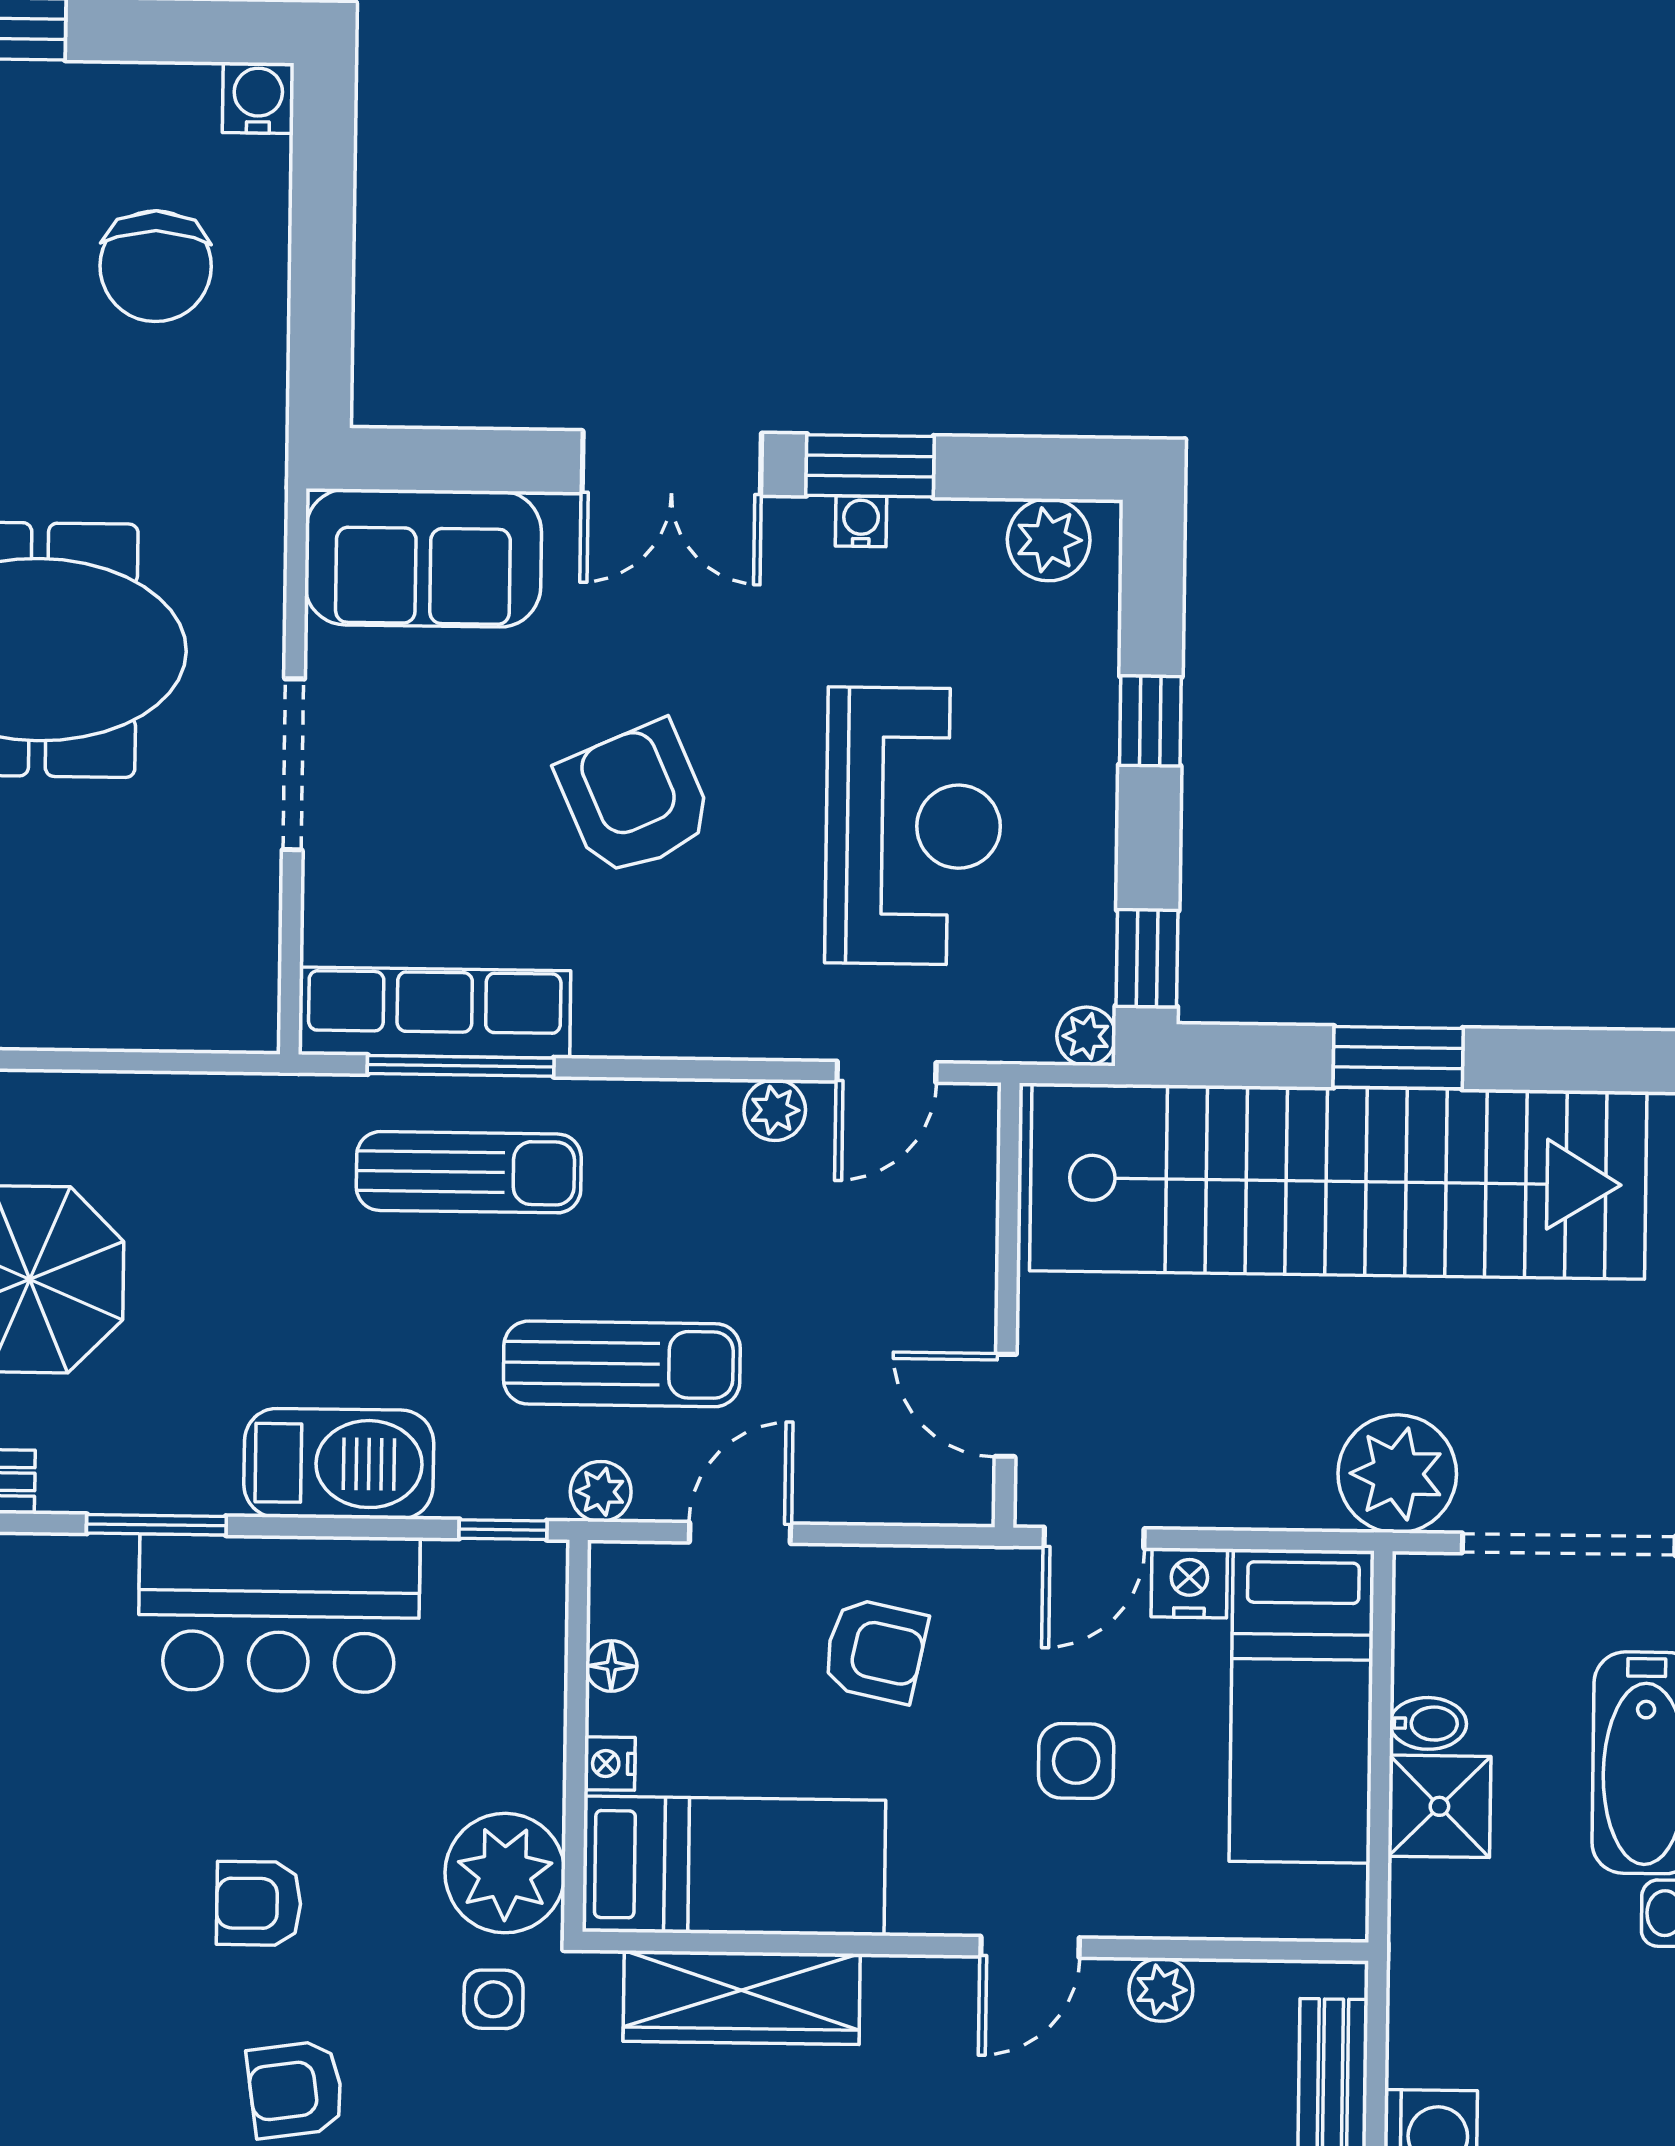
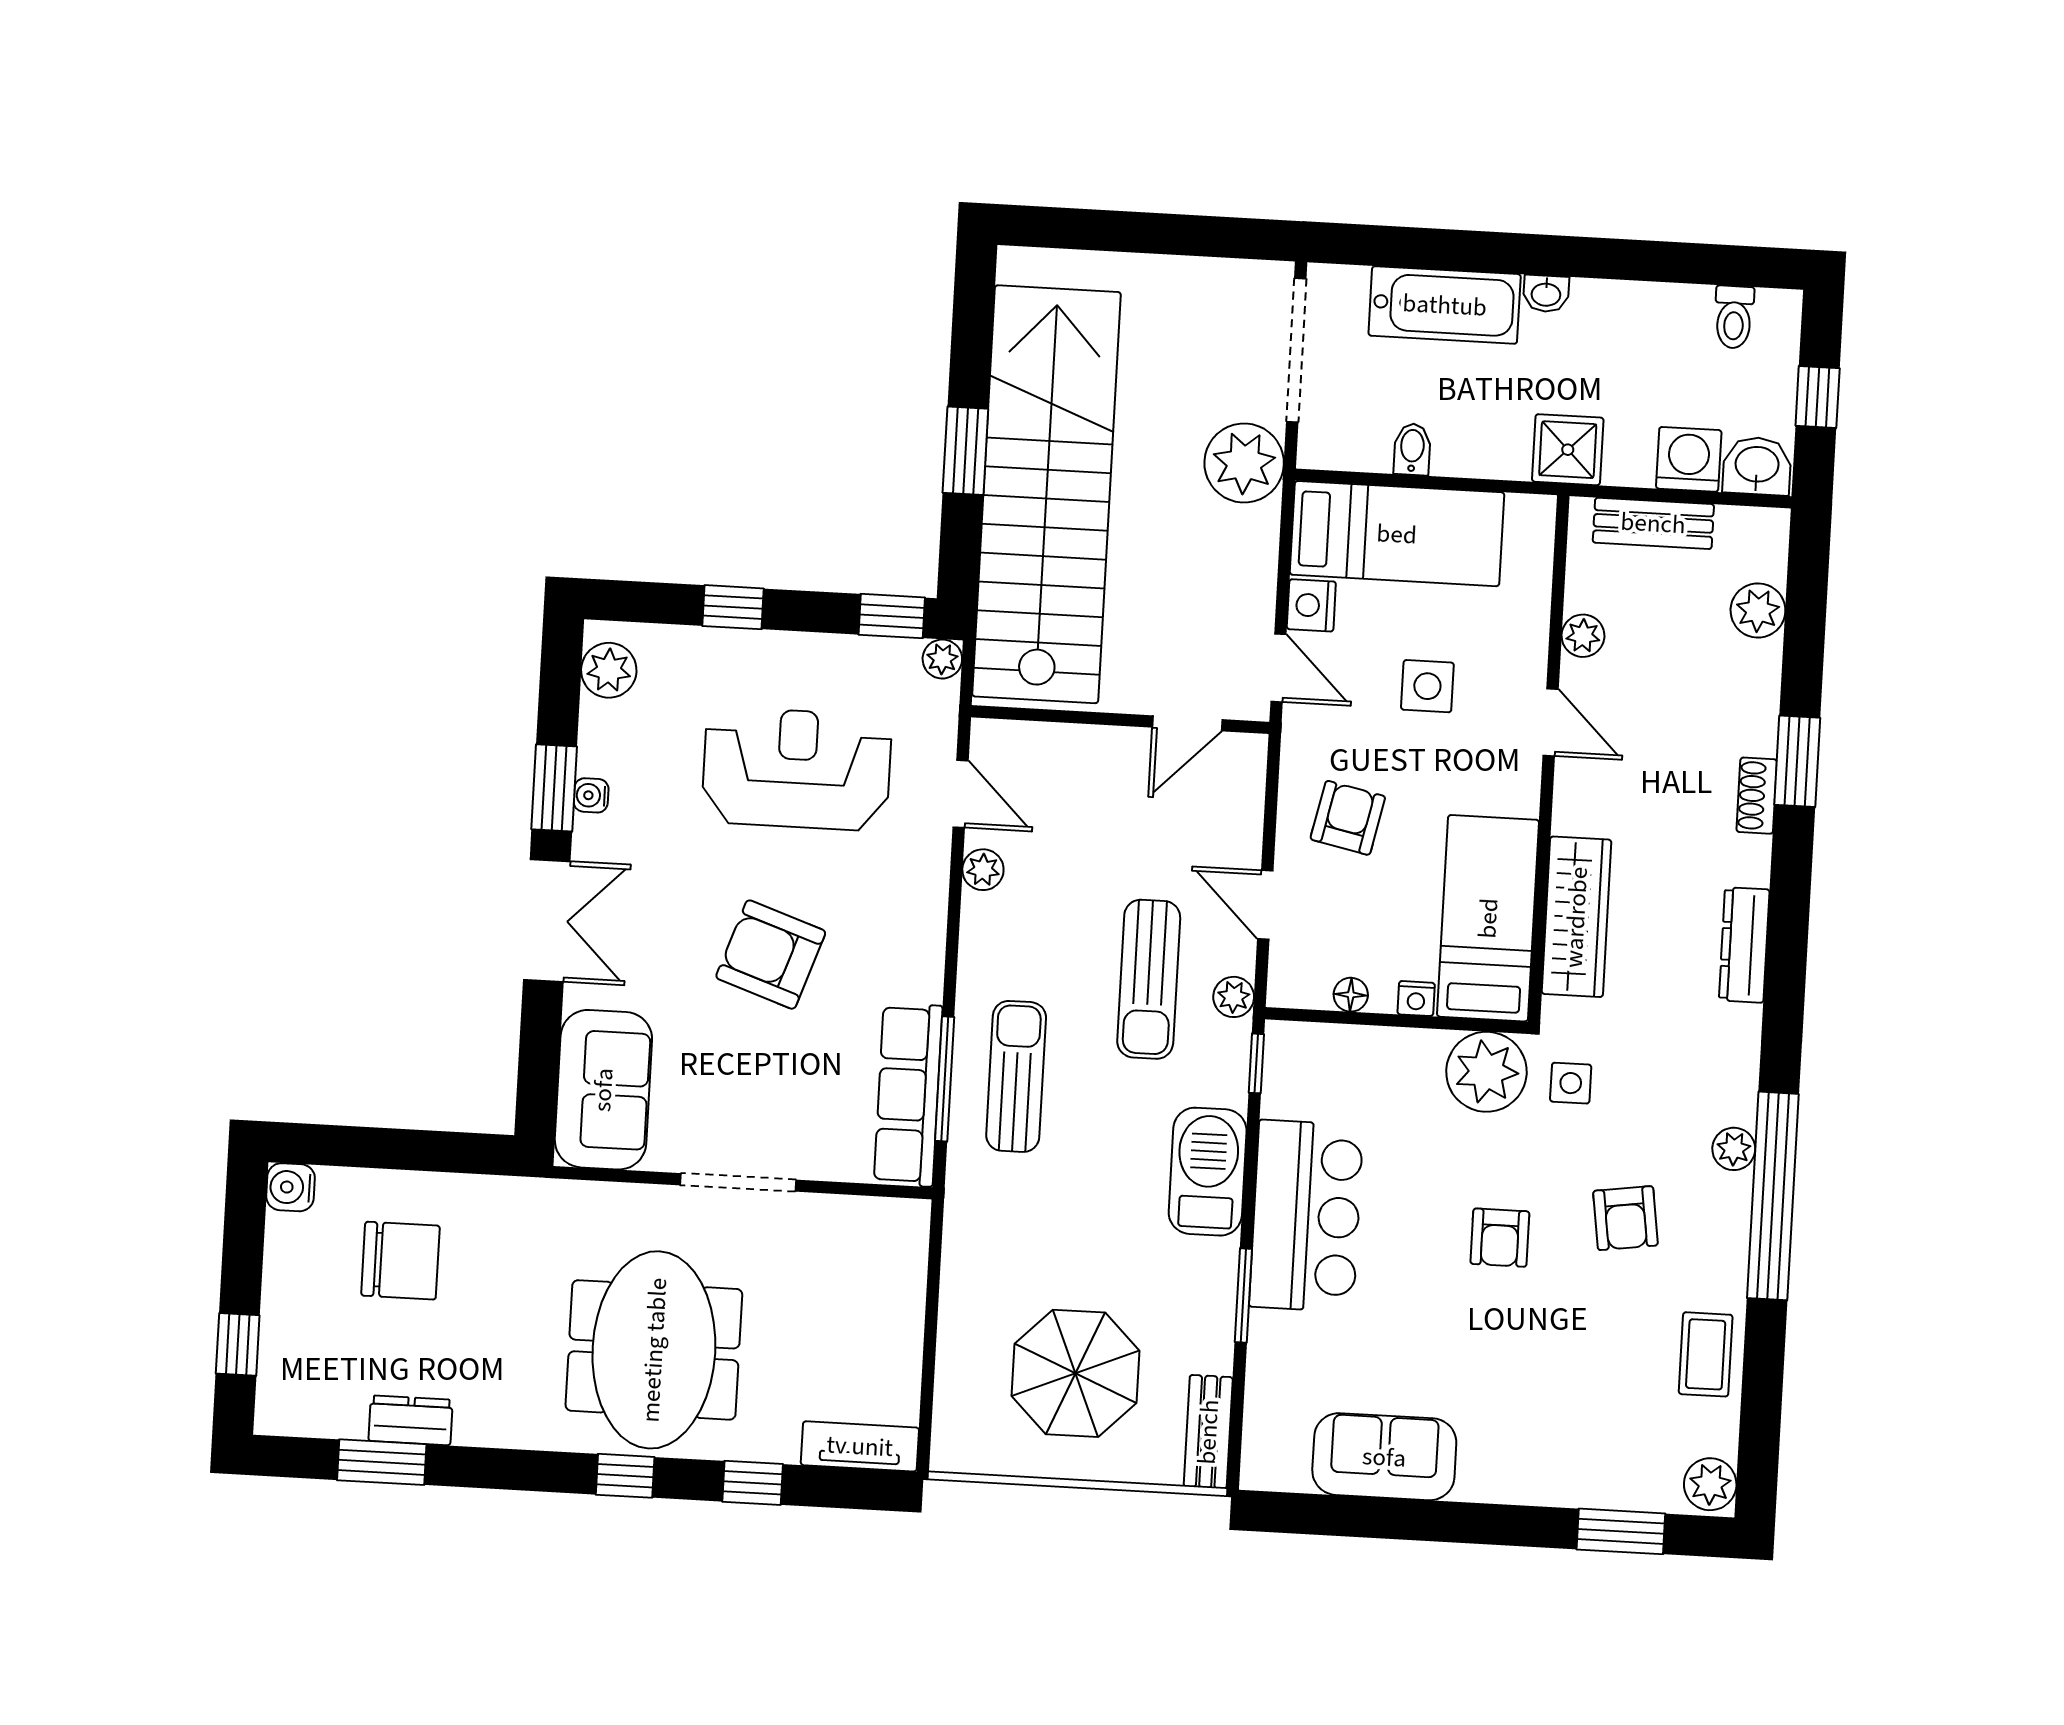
armchair: (635, 799) -> (771, 955), turned 43
sun lounger: (622, 1364) -> (1149, 979), turned 180
shower: (1439, 1806) -> (1568, 450), moved

